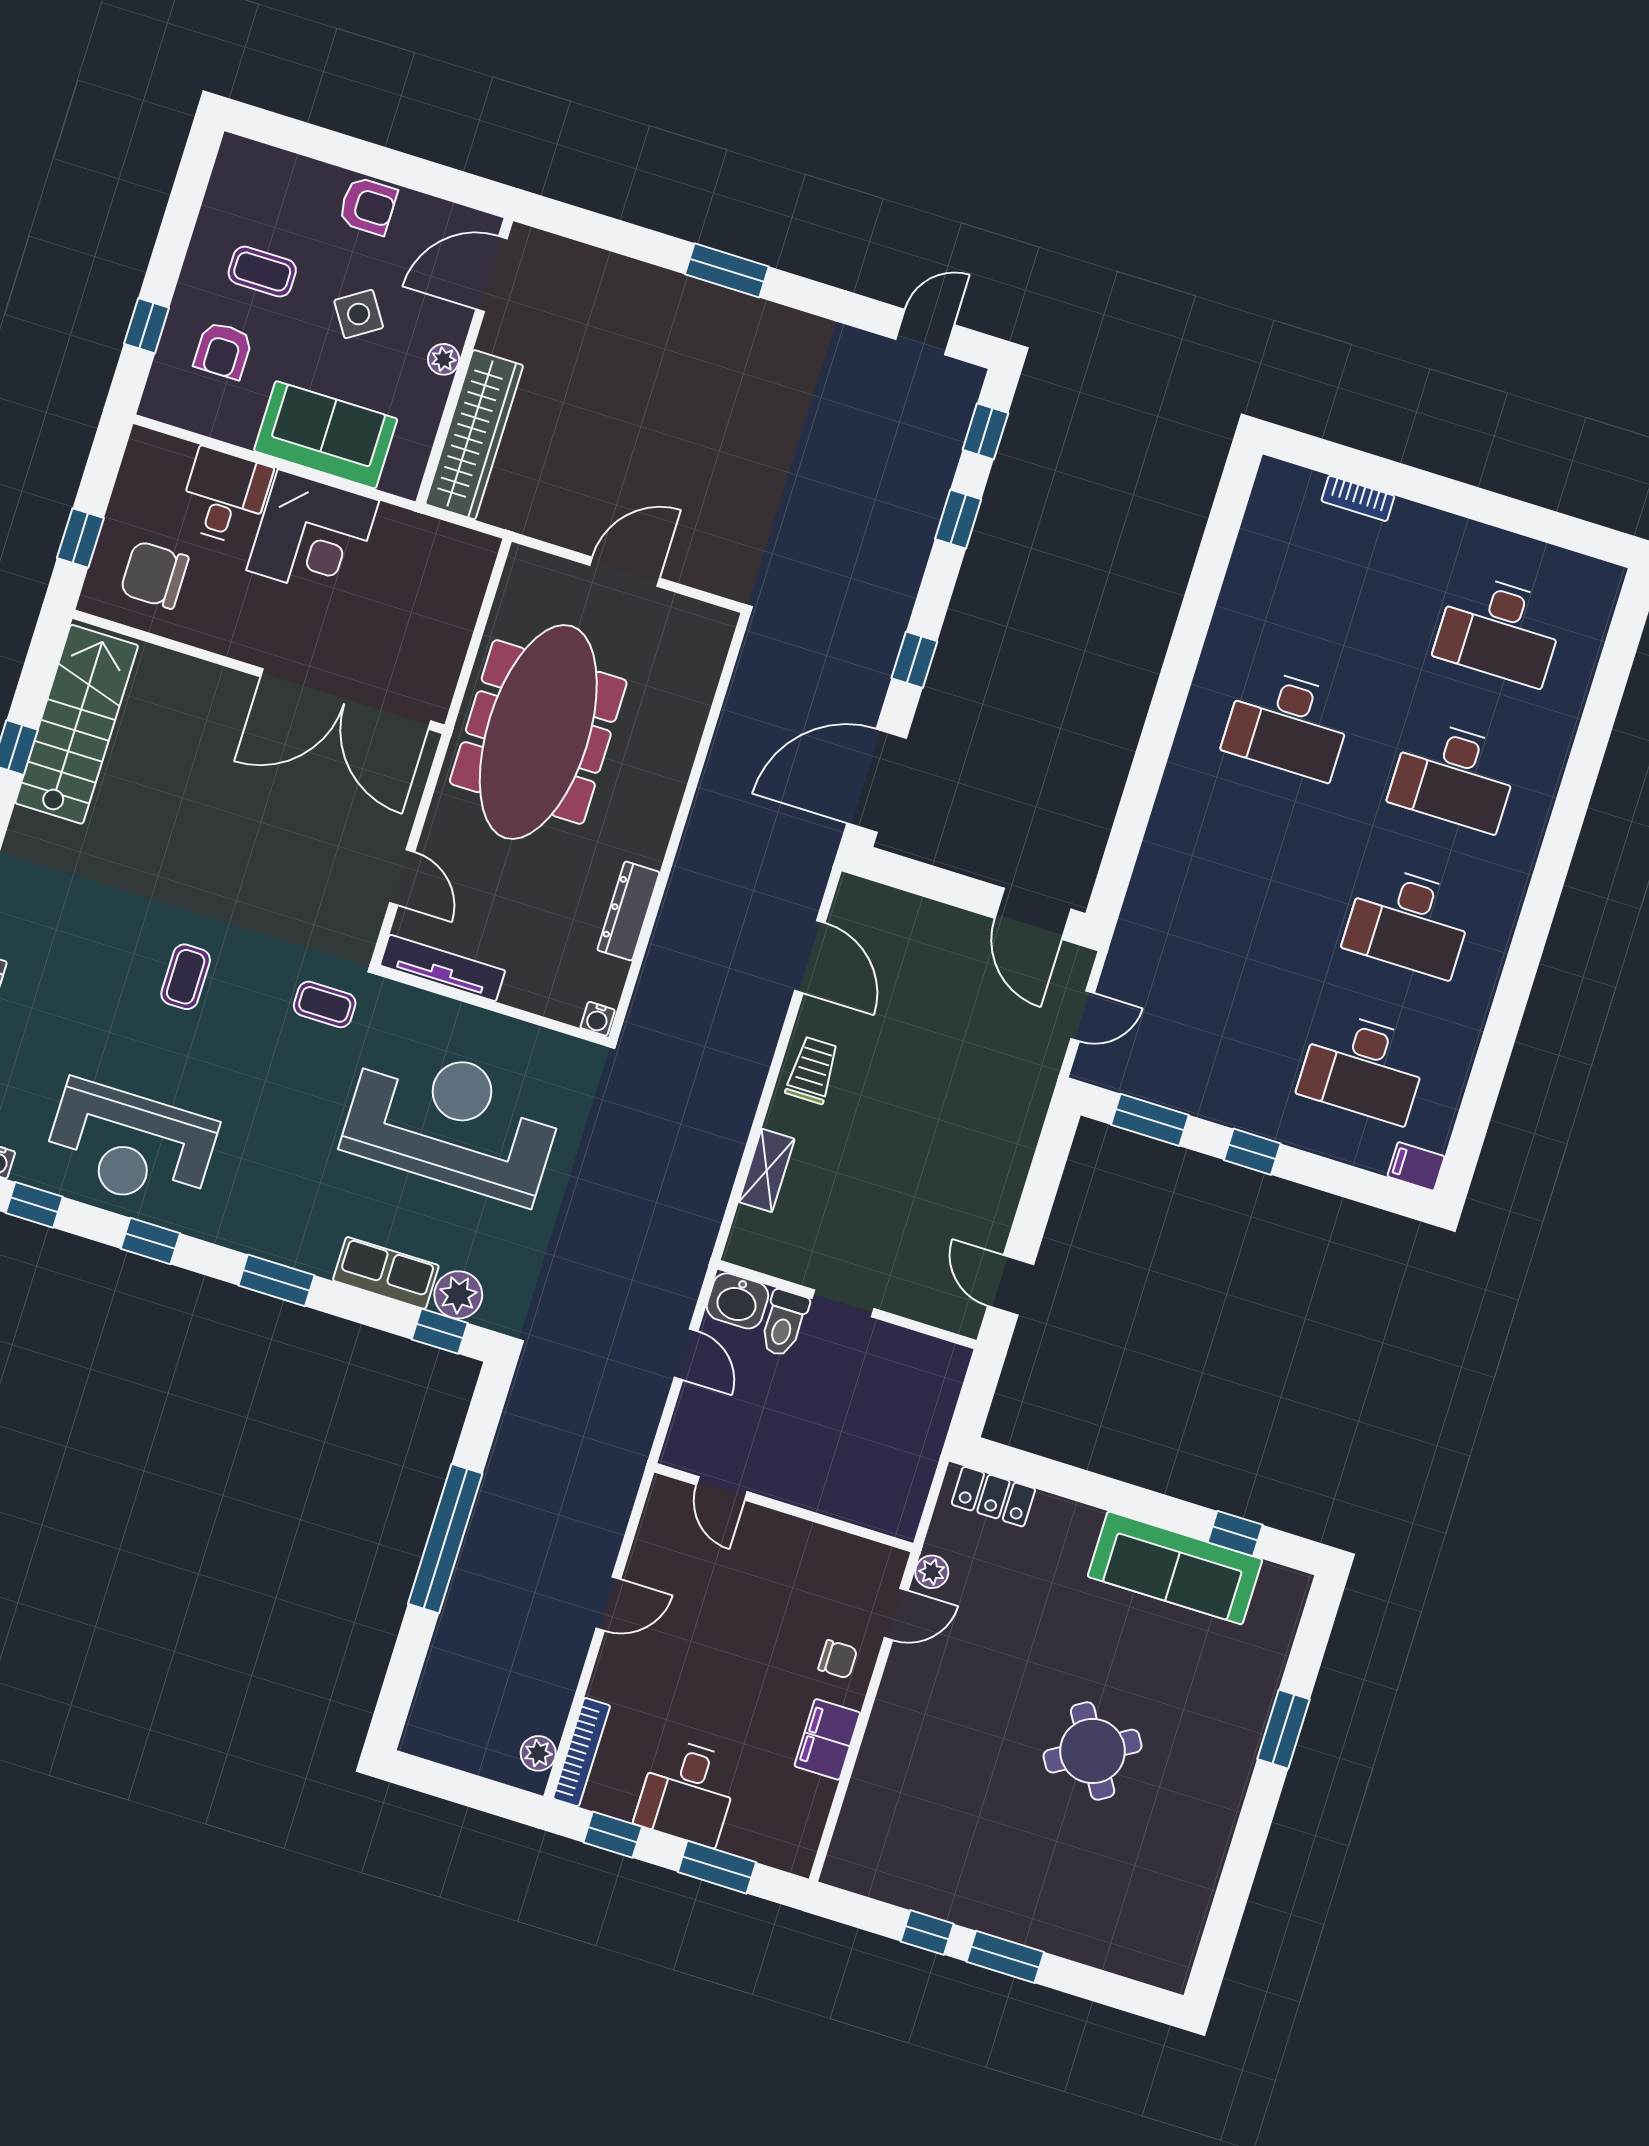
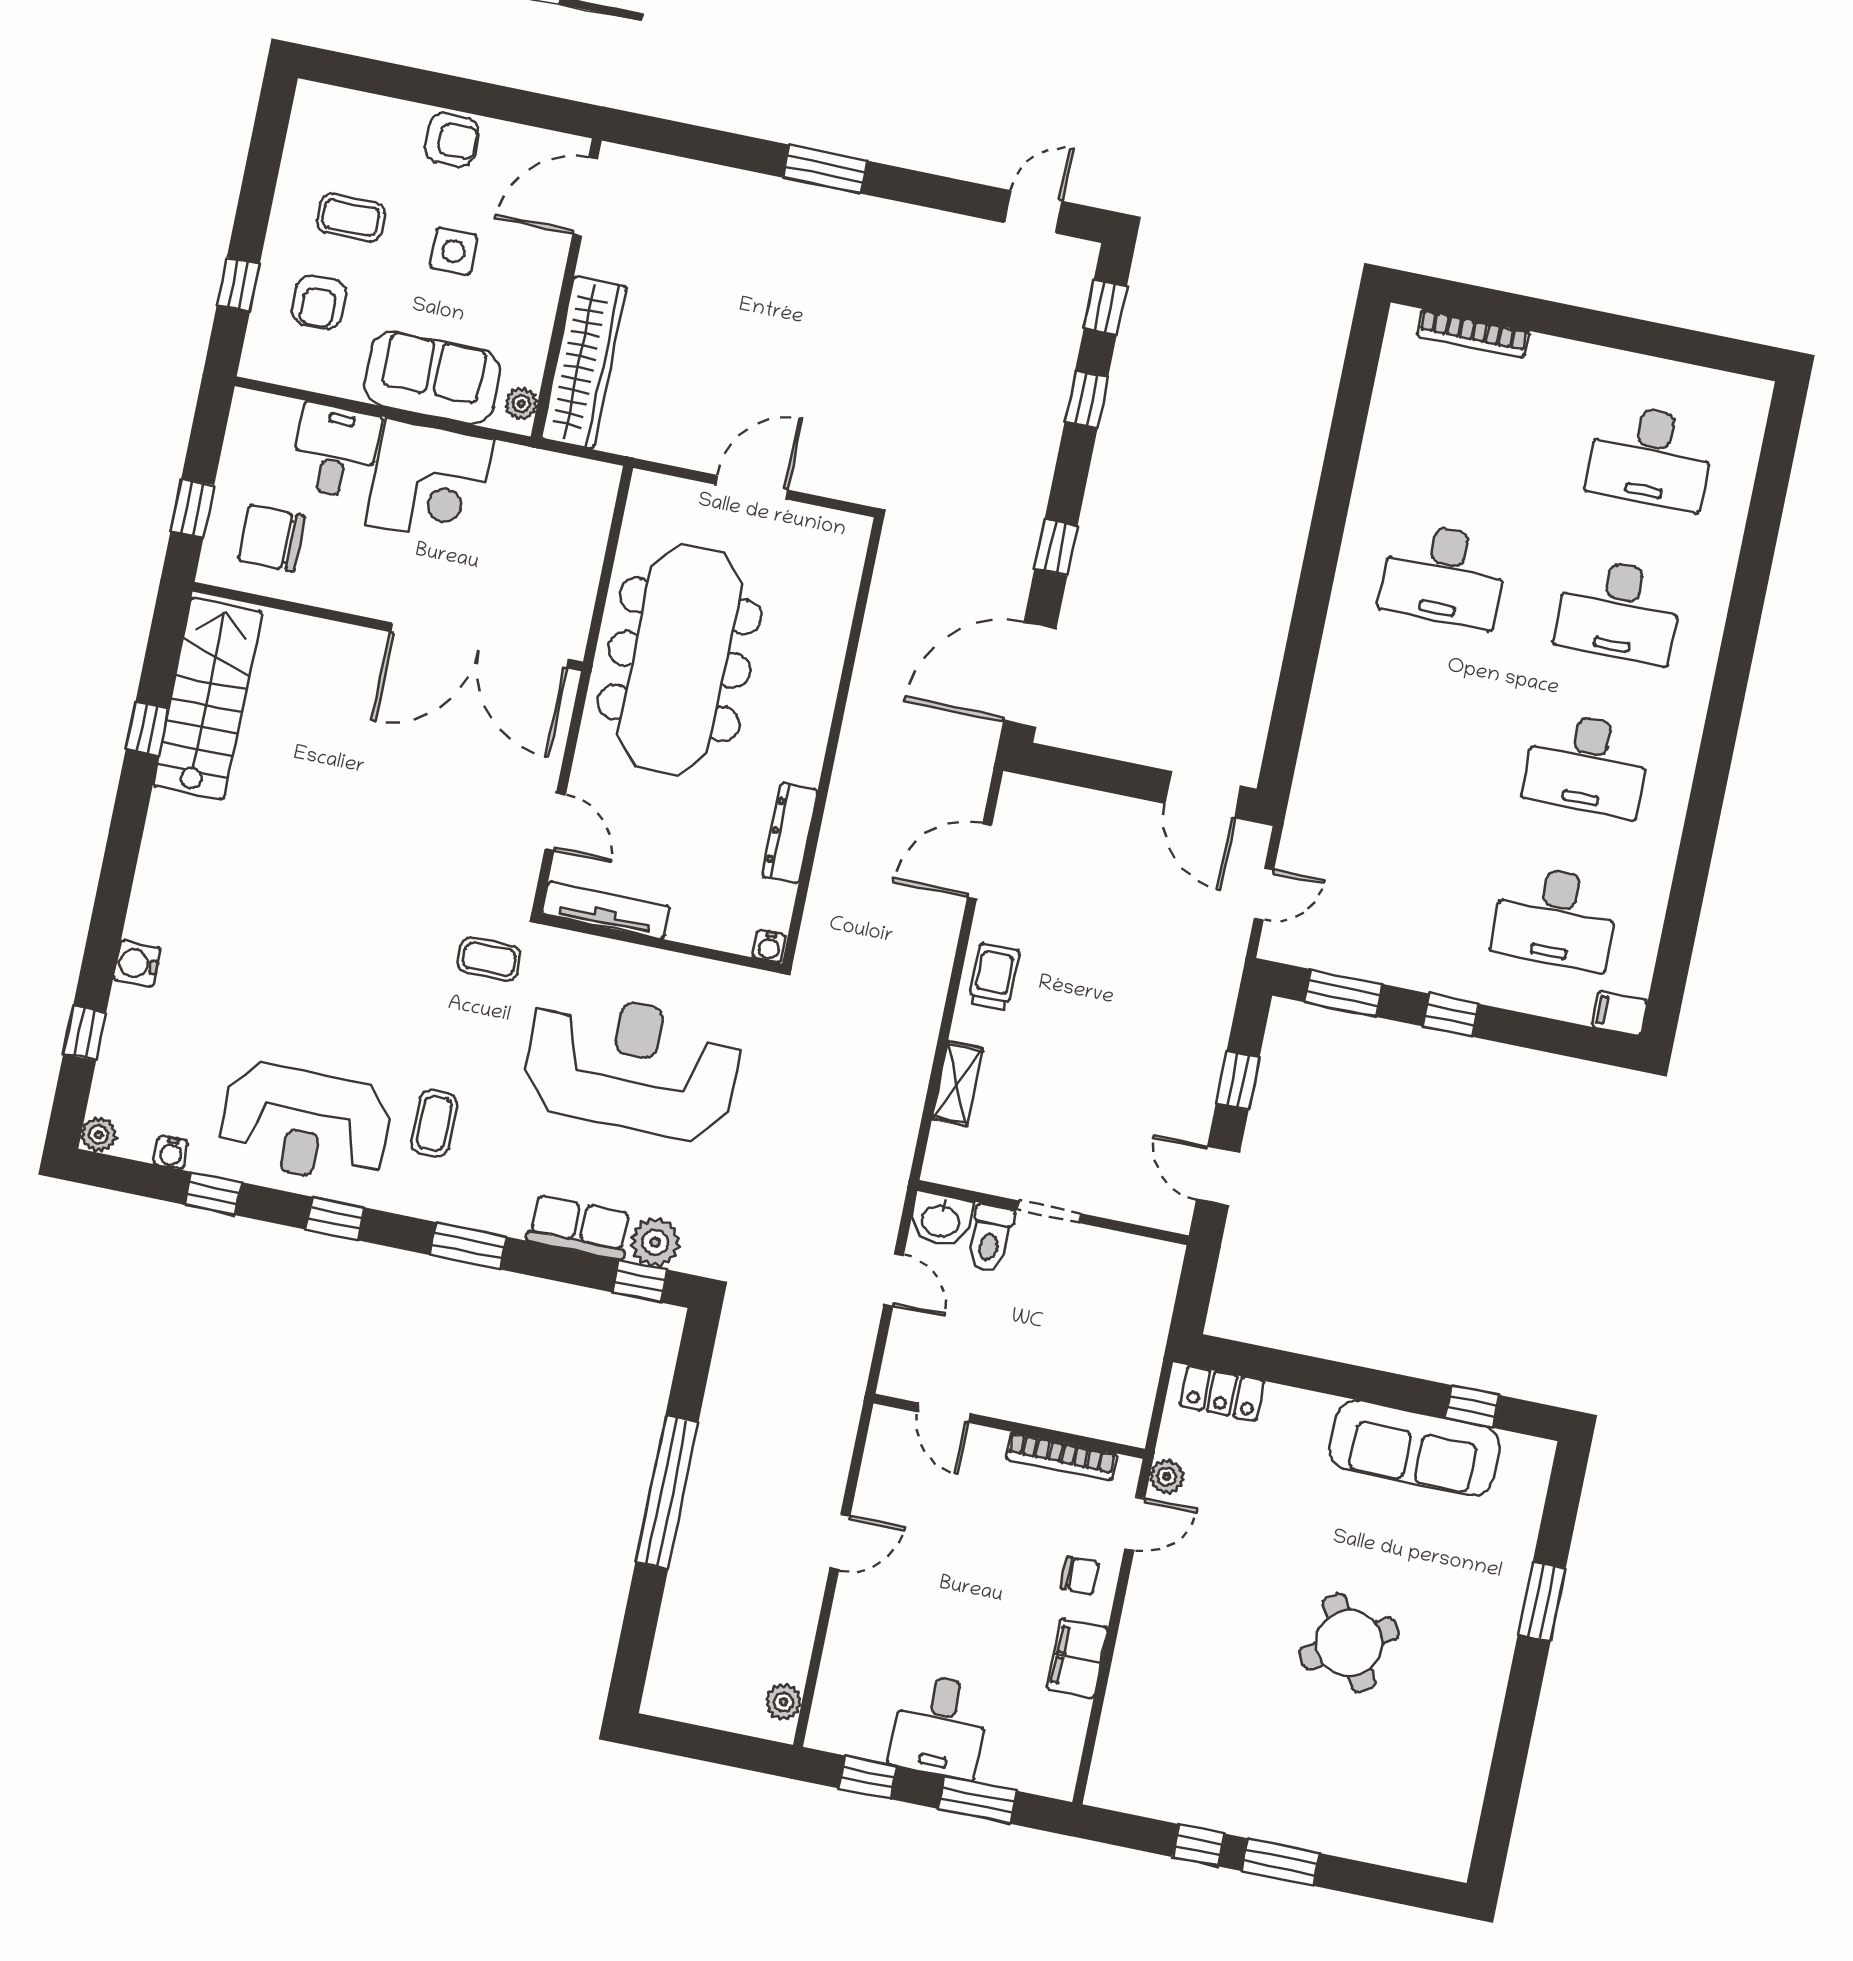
side table: (359, 314) -> (454, 251), turned 33
plant: (444, 359) -> (521, 404), moved
bookcase: (1358, 498) -> (1473, 334), width x1.56
door: (810, 957) -> (980, 861), swing flipped
coffee table: (186, 977) -> (434, 1123), moved
window: (1039, 1194) -> (1238, 1081), added
bookcase: (581, 1752) -> (1062, 1456), moved, turned 90

